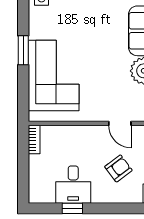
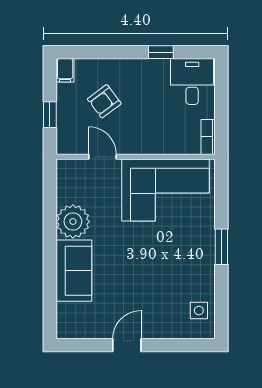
corner sofa: (54, 76) -> (166, 190), moved, turned -90
desk: (73, 185) -> (192, 81), moved

